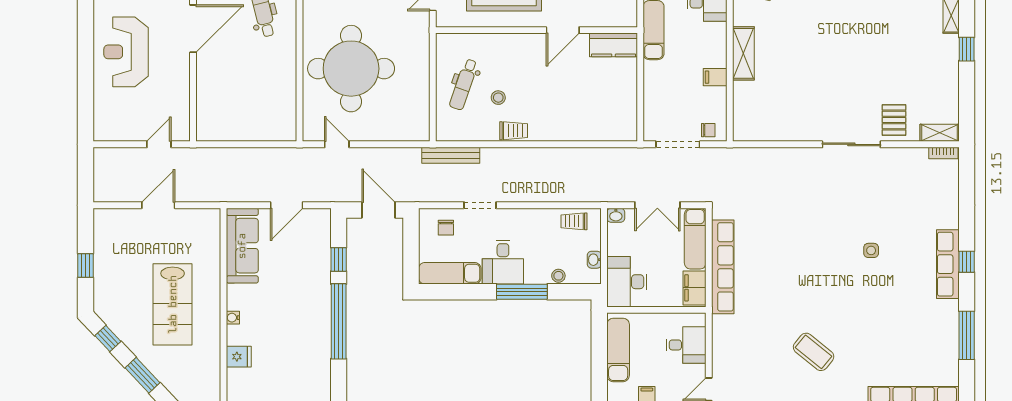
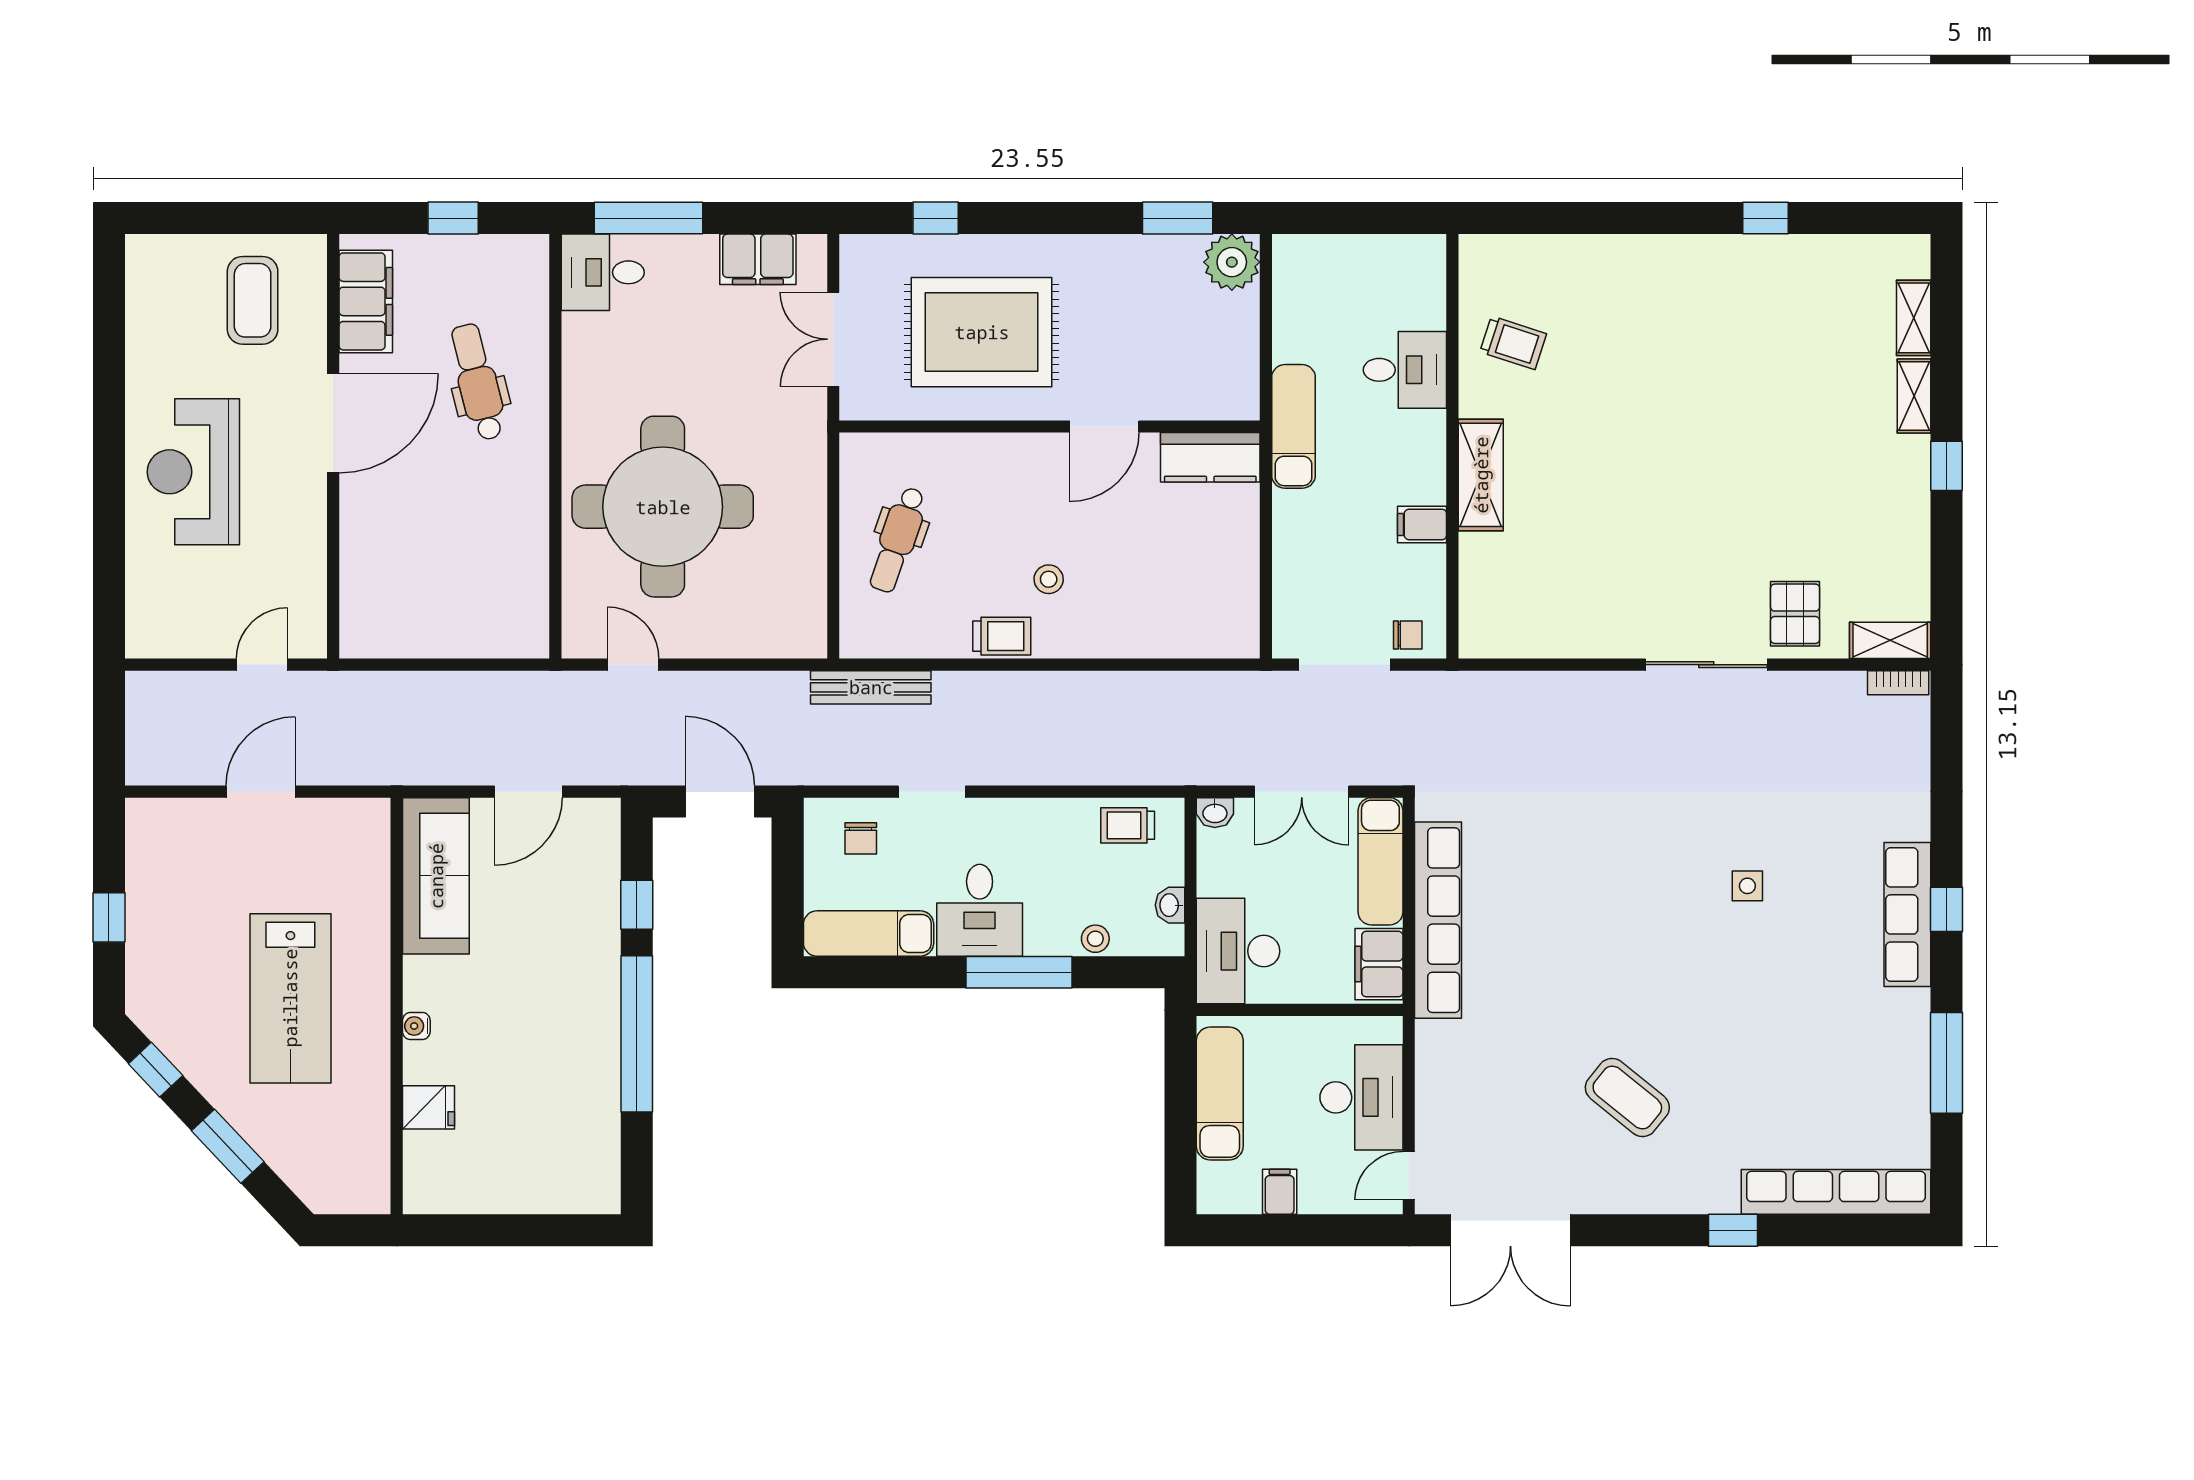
stool: (498, 98) -> (1049, 579), moved
desk: (686, 345) -> (1361, 1097), width x1.37

